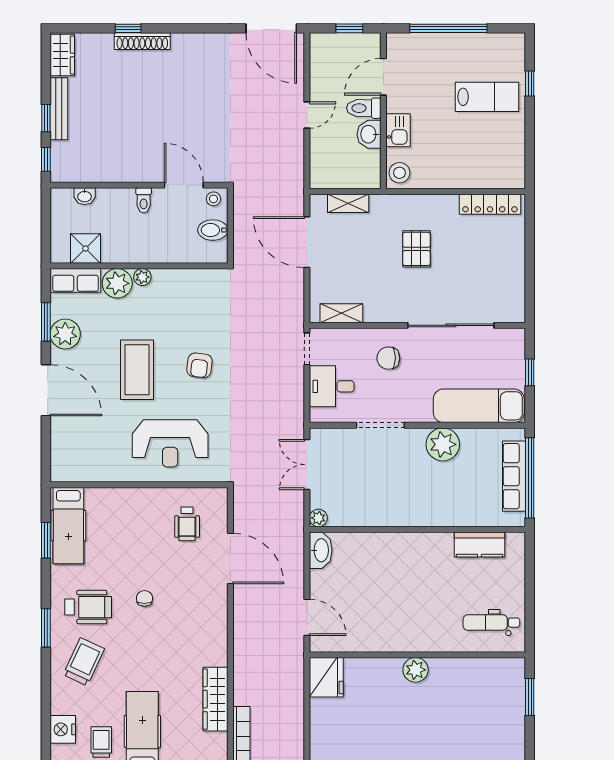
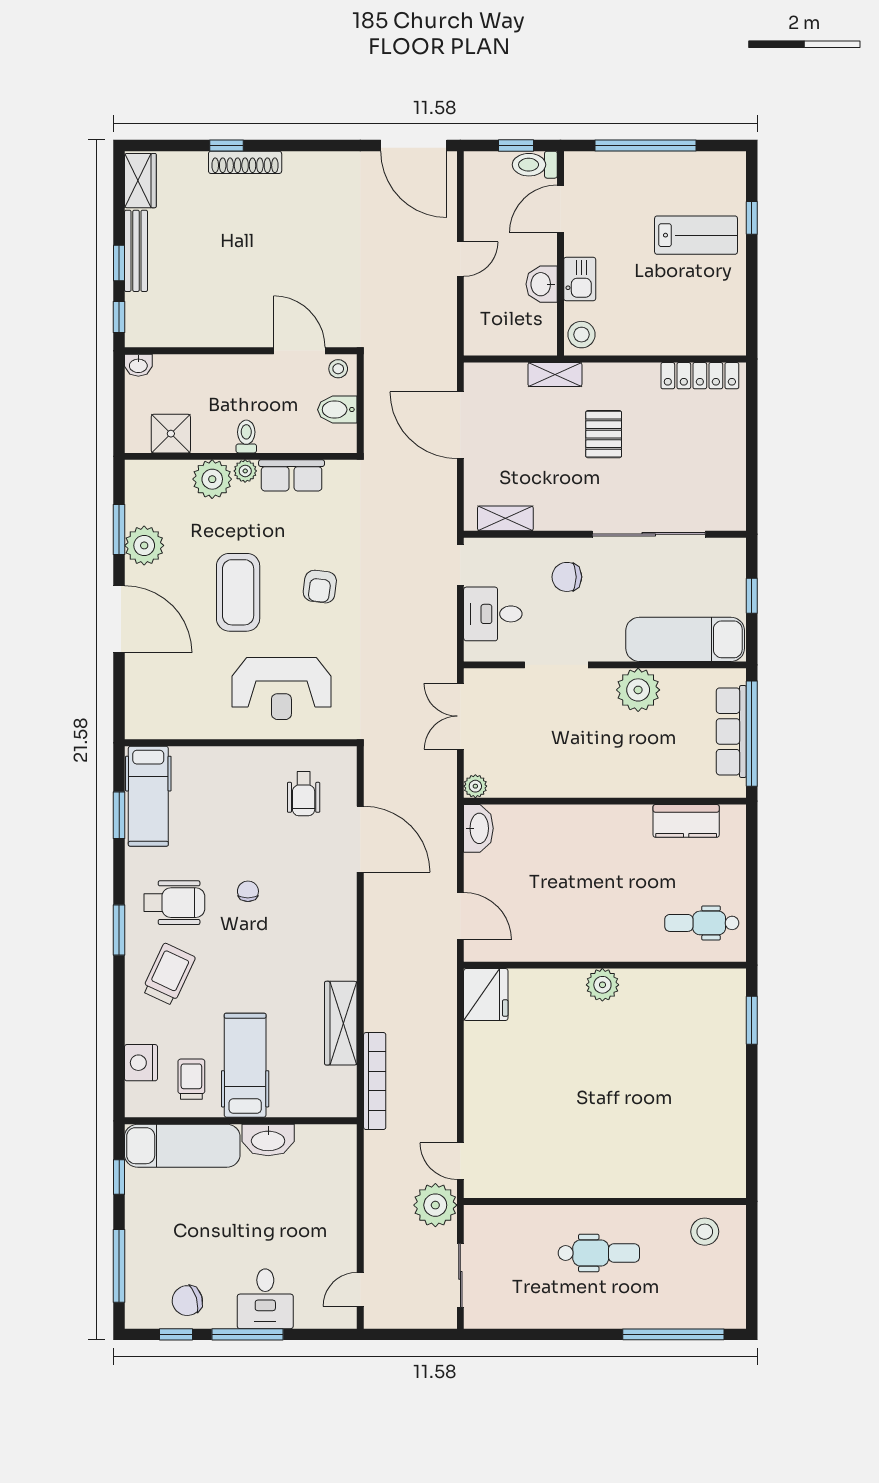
toilet: (364, 108) -> (535, 165), moved
washbasin: (85, 196) -> (138, 365), moved
toilet: (144, 200) -> (246, 436), moved, turned 180
shelving: (348, 203) -> (555, 374), moved
row of seats: (76, 280) -> (292, 475), moved

